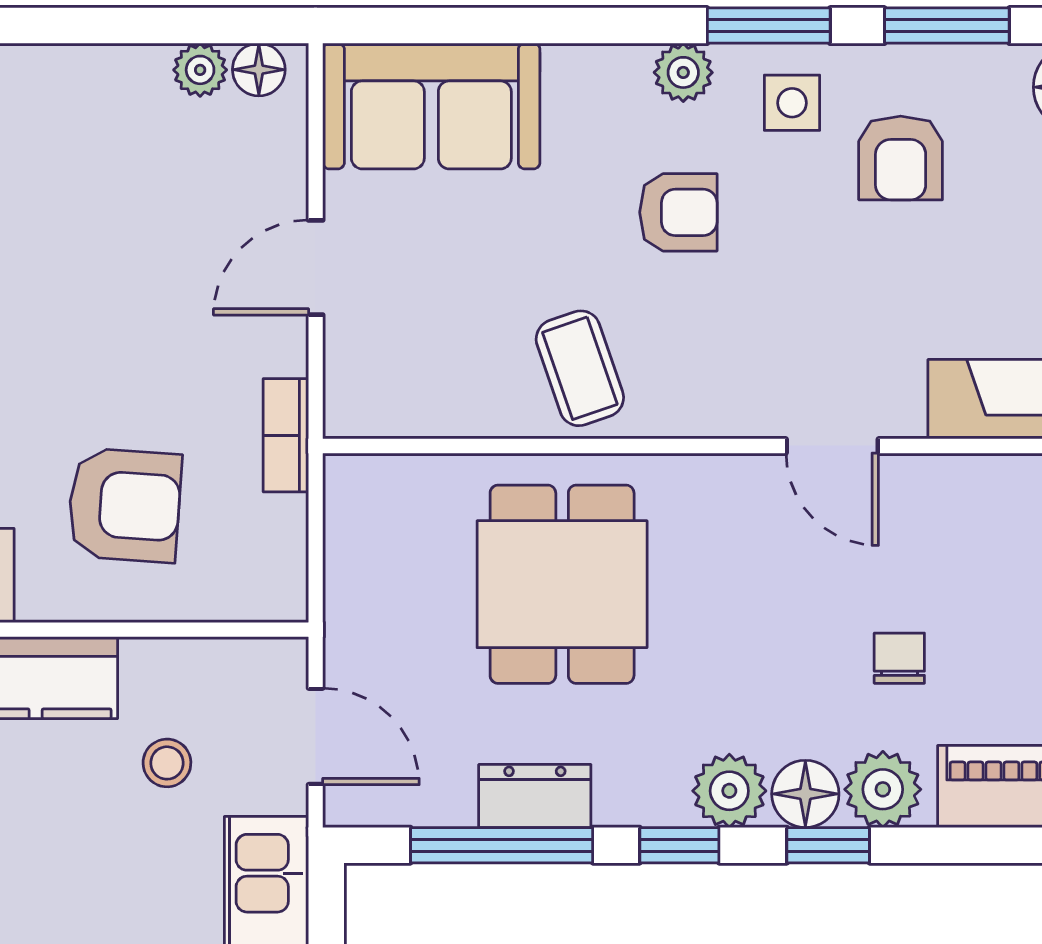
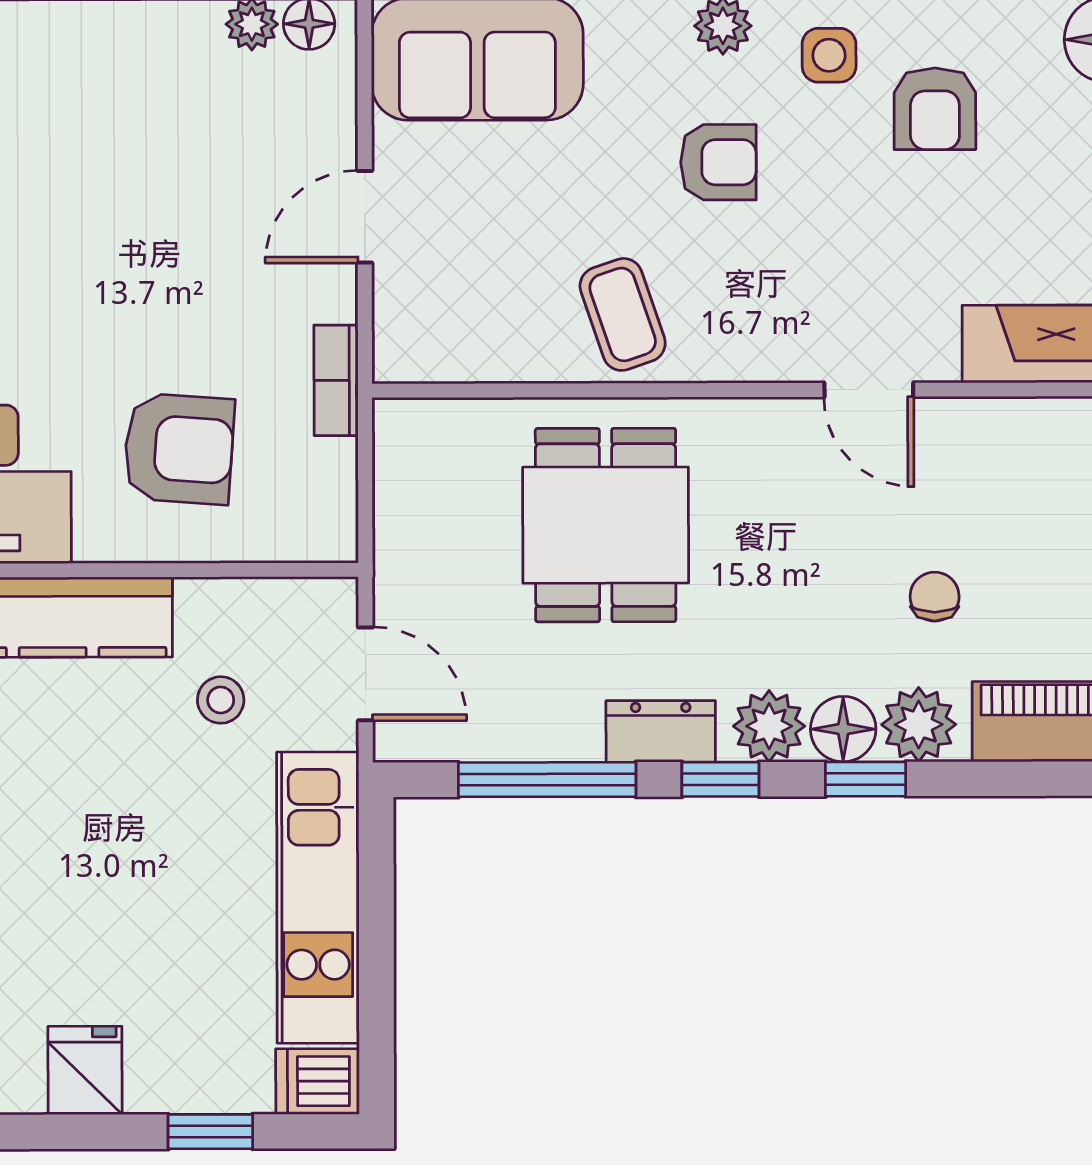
dresser: (535, 796) -> (661, 731), moved

